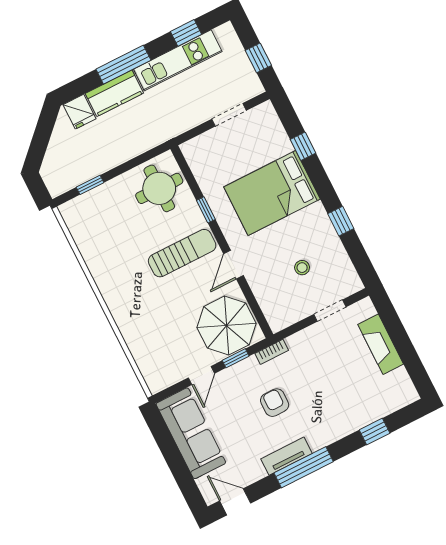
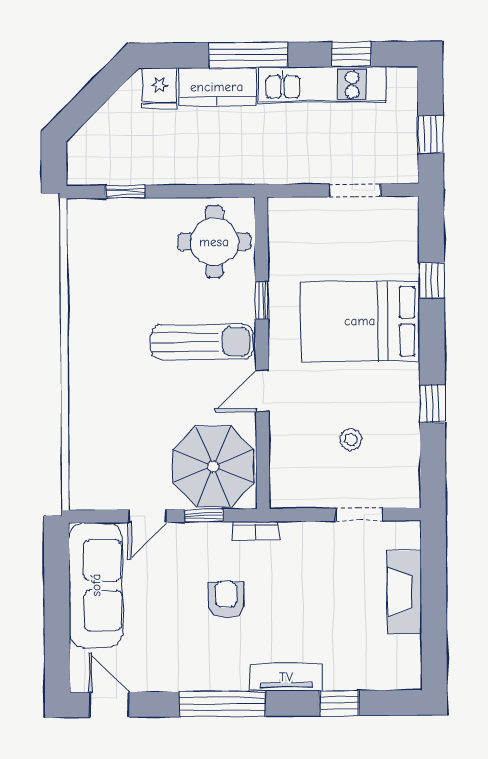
tv unit: (286, 456) -> (286, 677), moved

